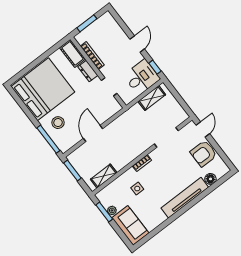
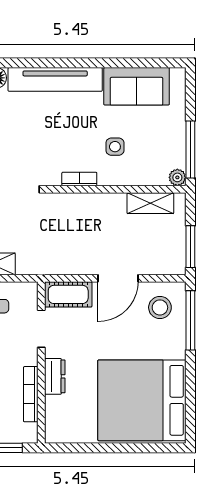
cot: (73, 53) -> (68, 294), moved, turned 90
stool: (58, 123) -> (160, 307), moved
plant: (112, 210) -> (177, 177), moved
window: (104, 212) -> (190, 150), width x1.44
sofa: (130, 225) -> (137, 86), moved, turned -90

